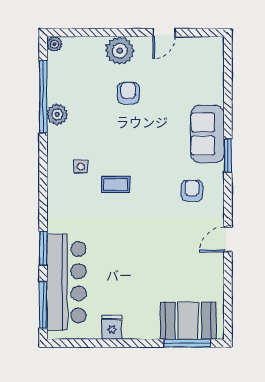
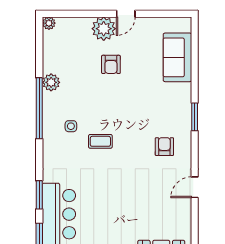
door: (164, 33) -> (126, 14), moved
armchair: (128, 93) -> (111, 64), turned 180
window: (43, 97) -> (39, 108), moved
sofa: (207, 134) -> (177, 57), moved

